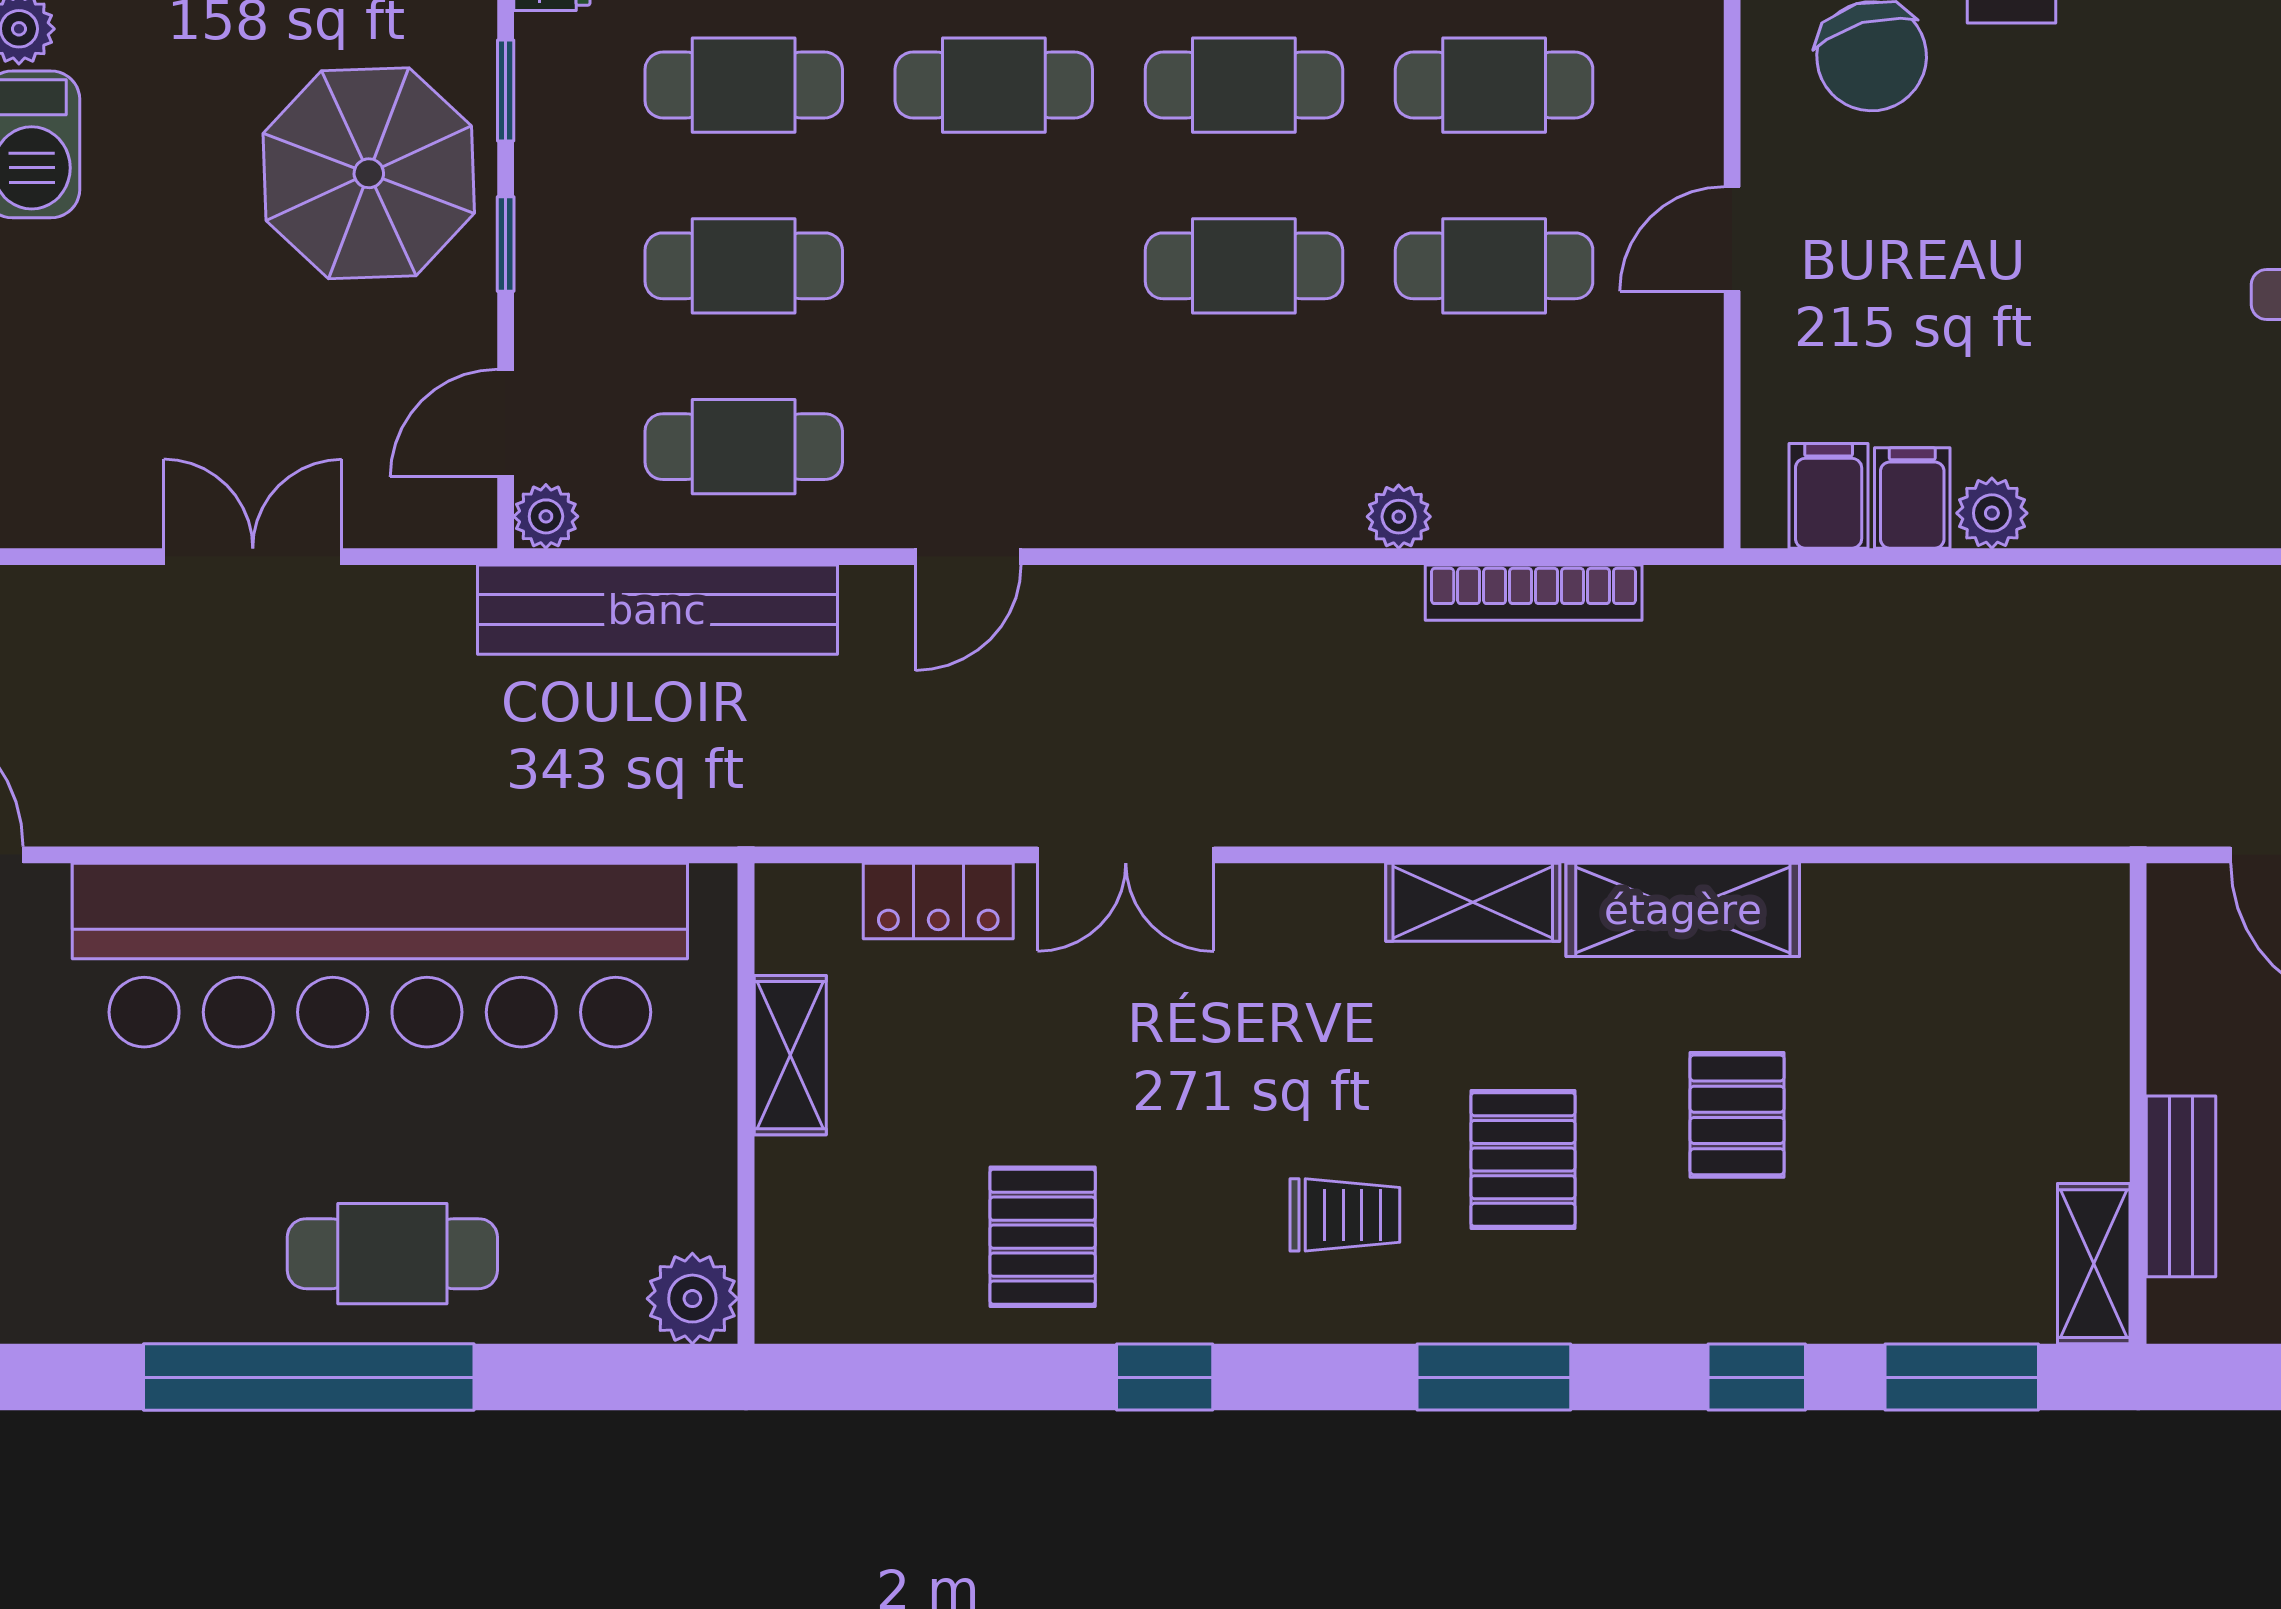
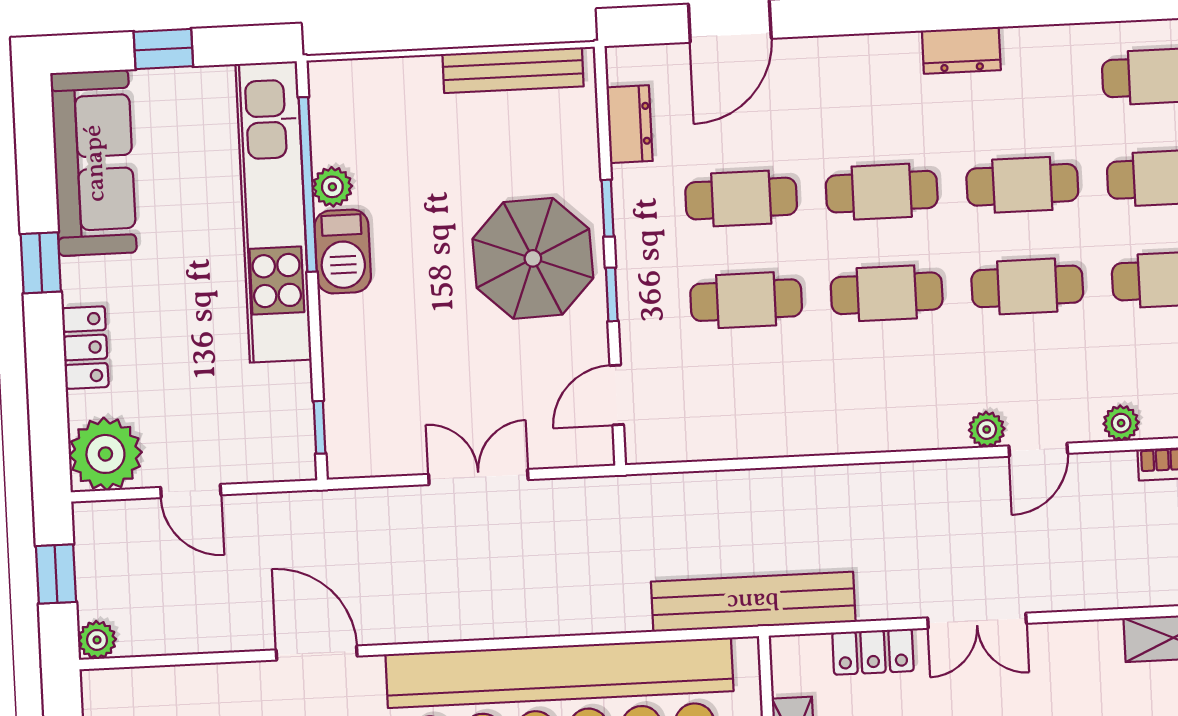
cafe table: (744, 447) -> (887, 293), moved
plant: (546, 516) -> (987, 430), moved
door: (968, 557) -> (1038, 450), moved
bench: (657, 610) -> (753, 602), moved

